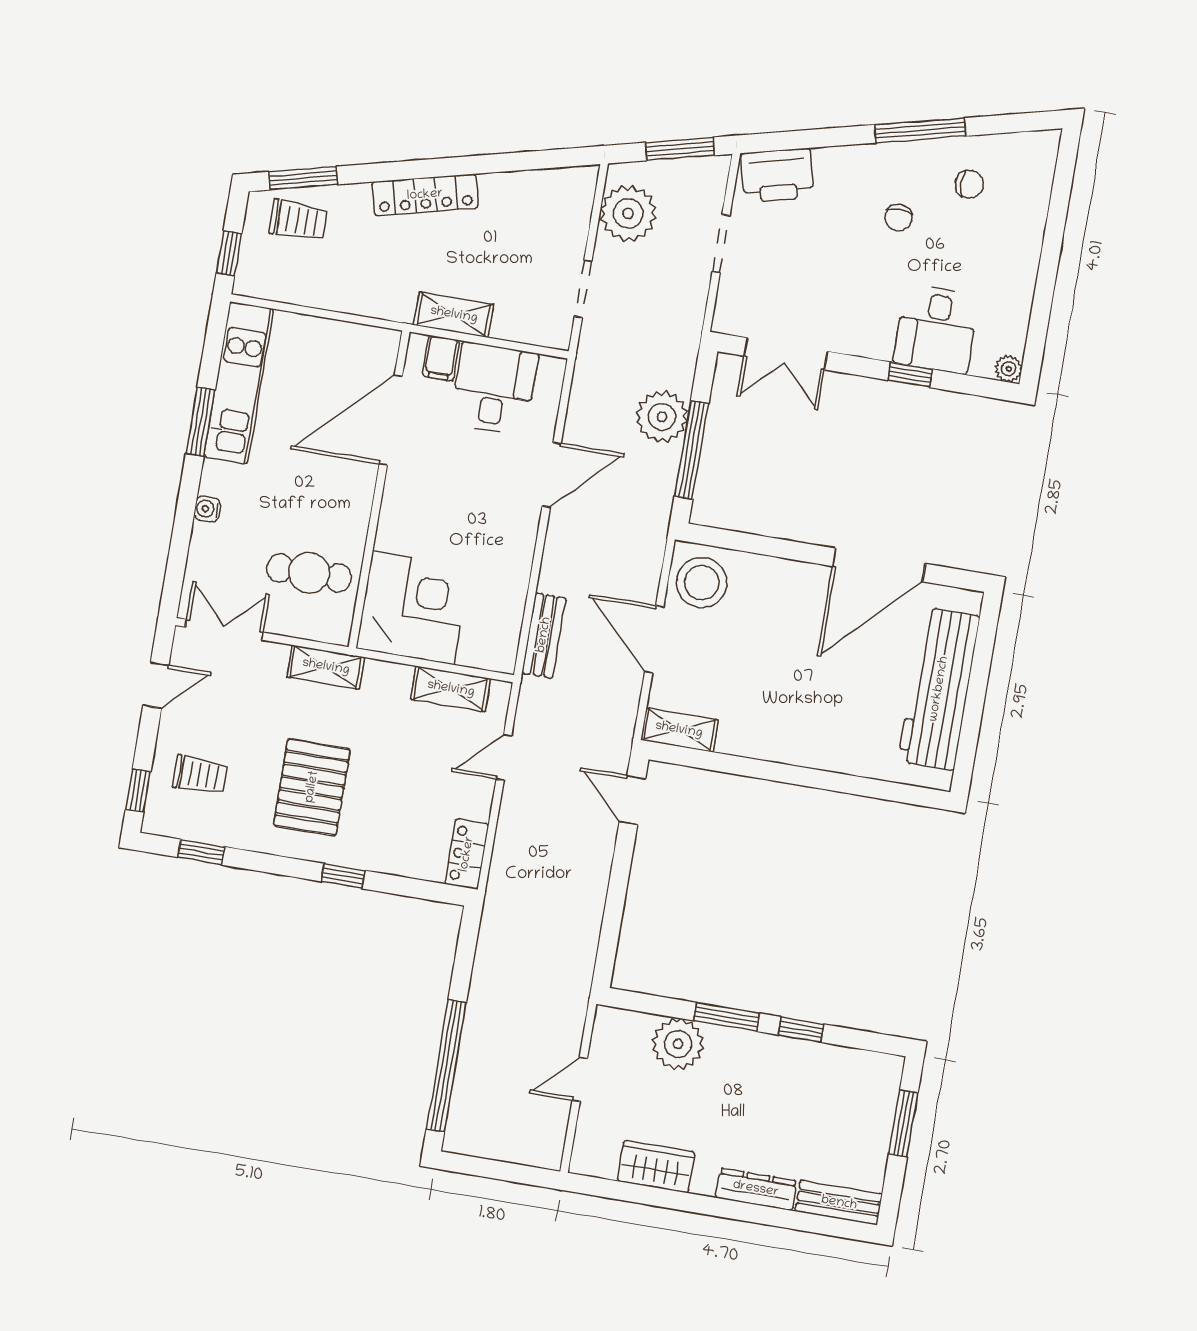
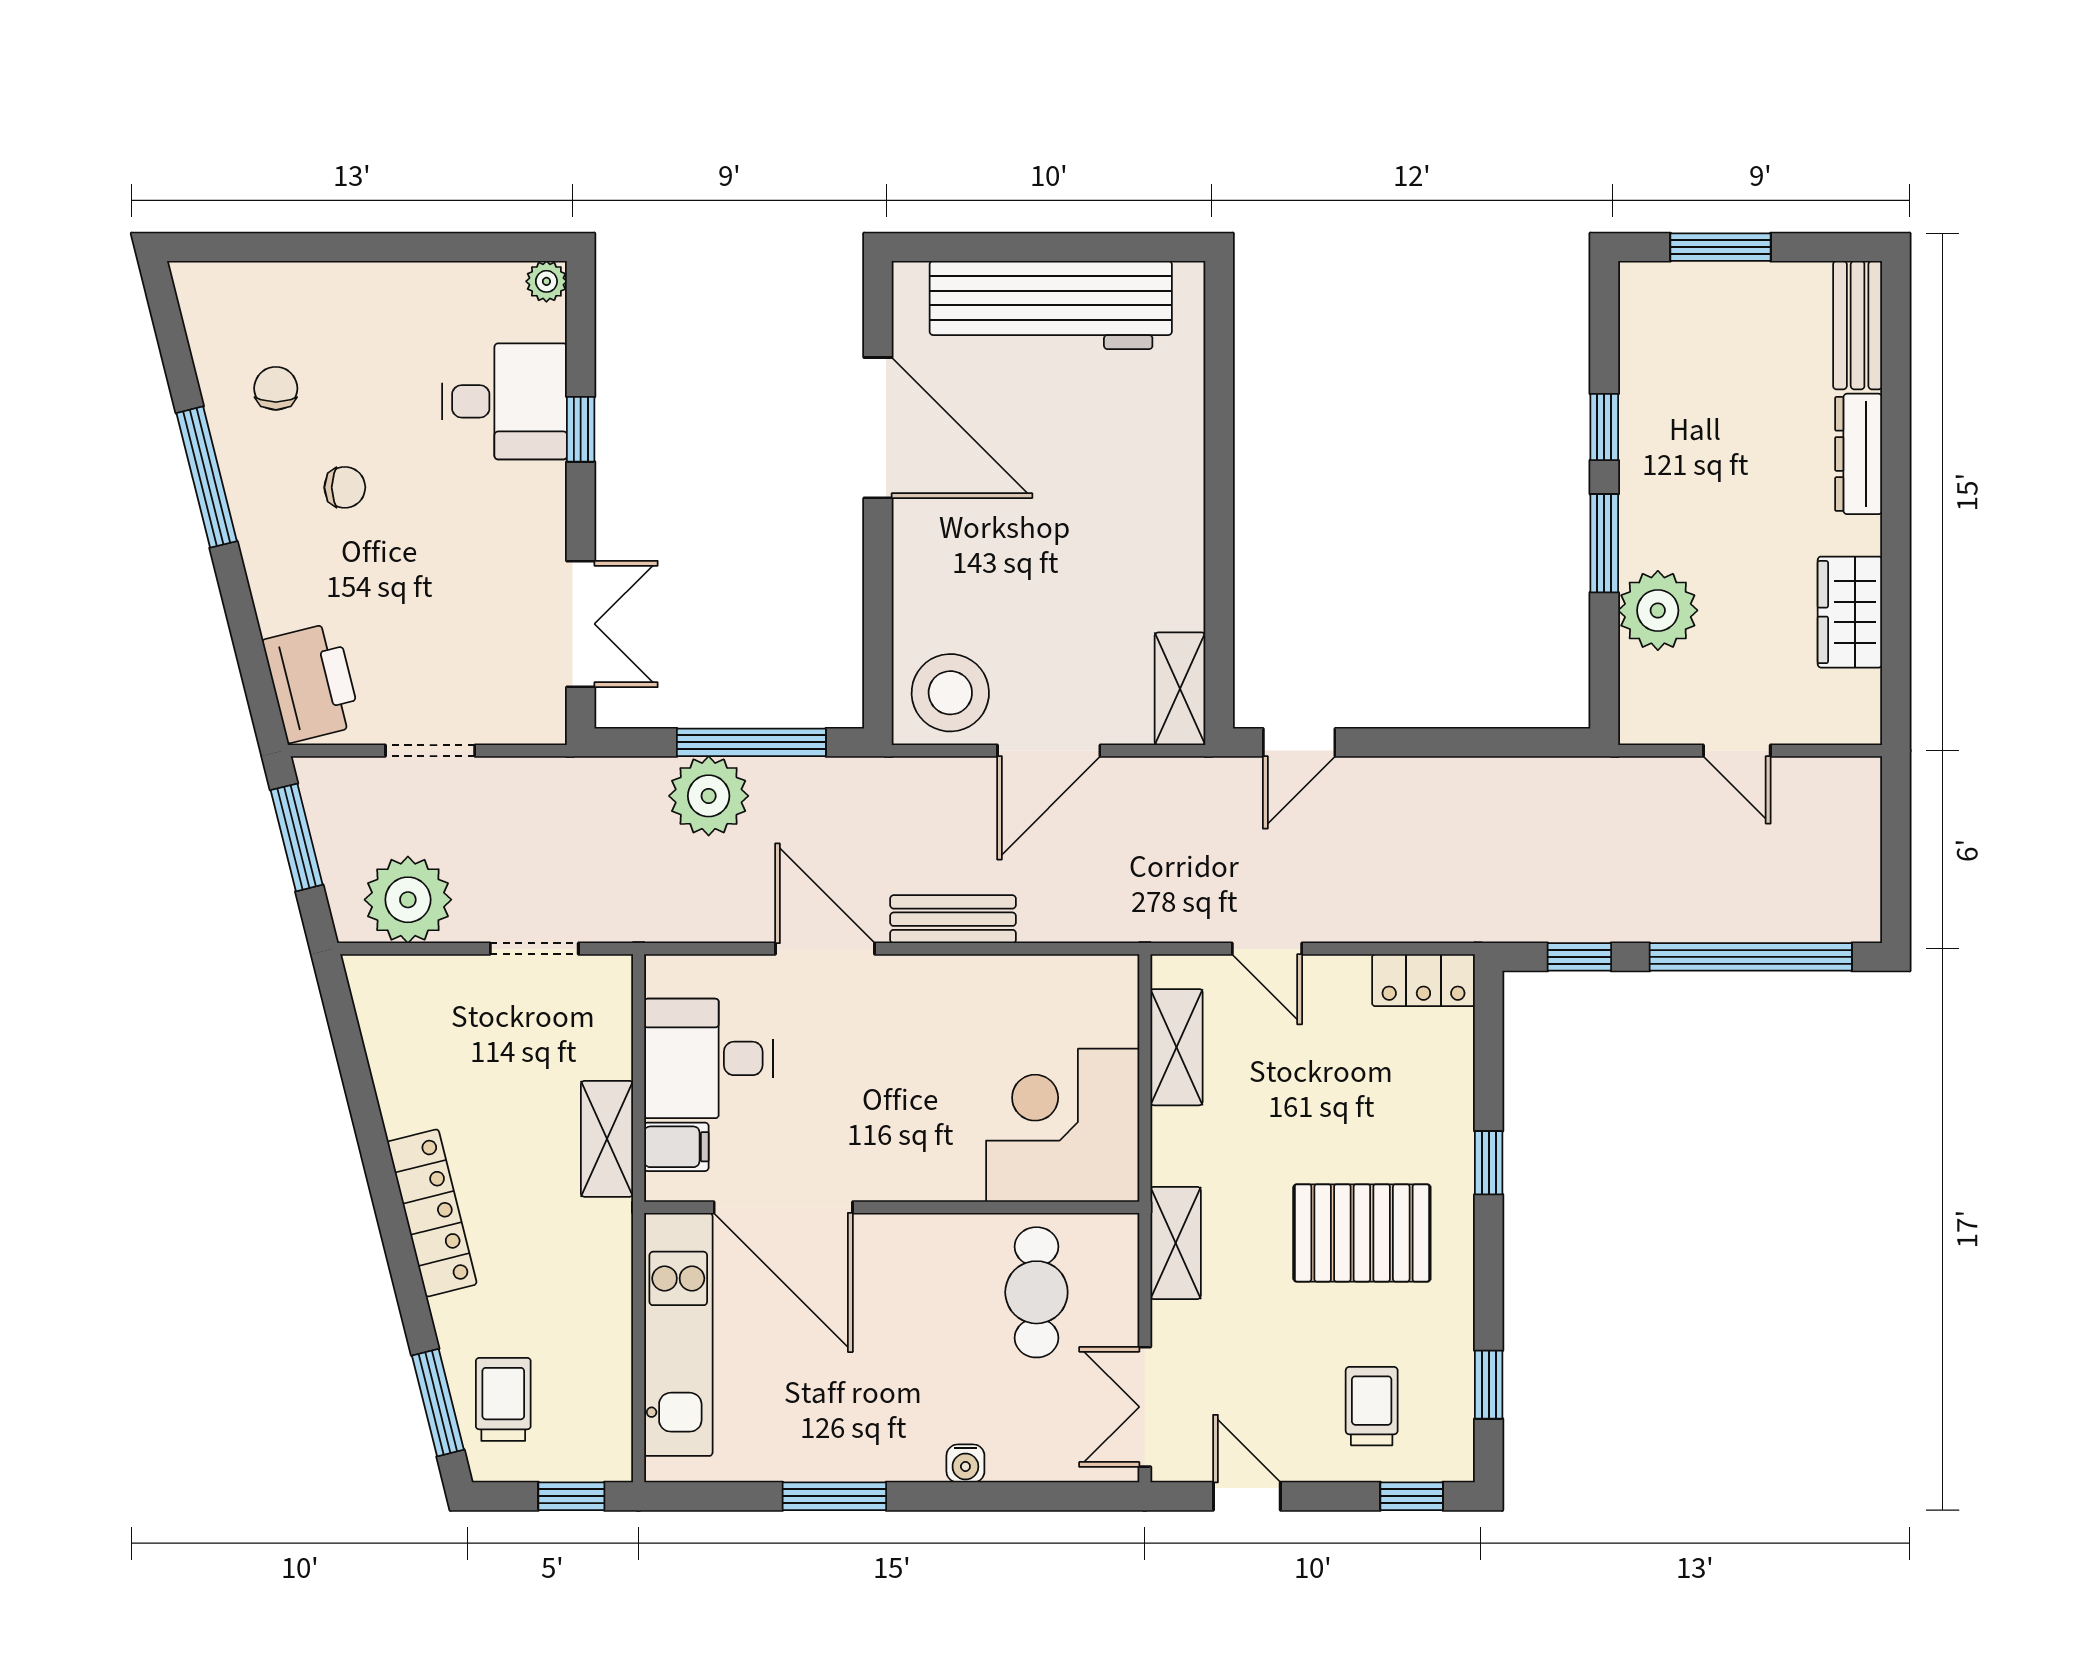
kitchen unit: (239, 383) -> (678, 1334), moved, turned 90
bench: (544, 635) -> (953, 919), moved
window: (465, 956) -> (1579, 957), added

